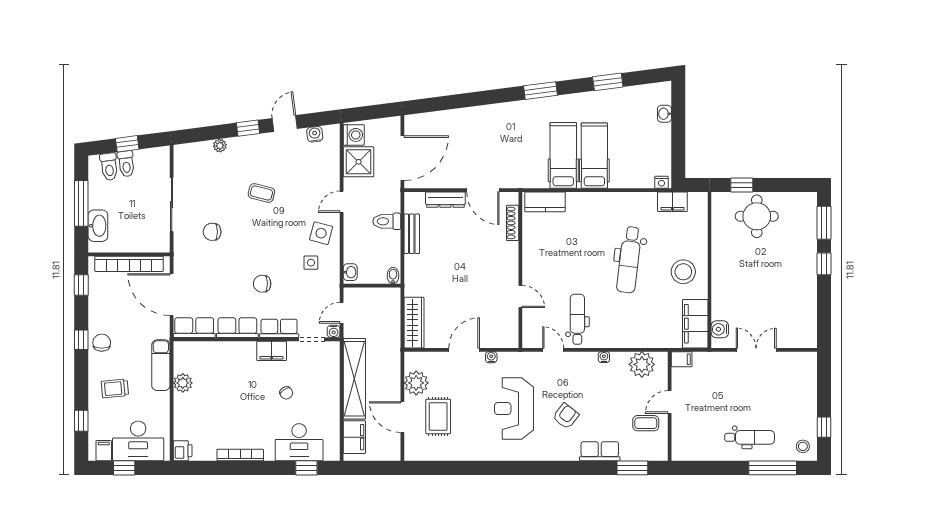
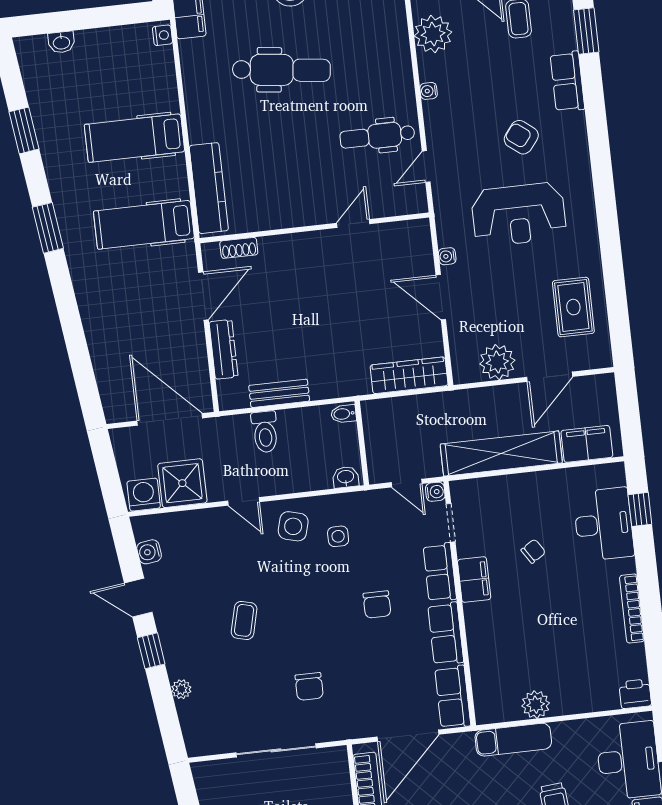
hospital bed: (563, 155) -> (144, 225), moved
kitchen counter: (545, 202) -> (209, 188), width x1.50
shoe rack: (513, 223) -> (239, 248), width x0.70
rug: (438, 416) -> (573, 307), moved, turned 90

